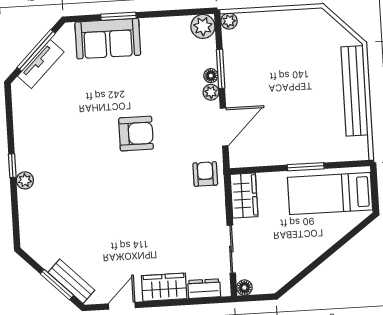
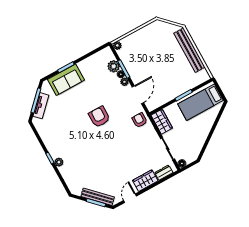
plant: (203, 26) -> (114, 66), moved
armchair: (136, 134) -> (99, 117), turned -90
bench: (71, 281) -> (98, 197), width x1.36

